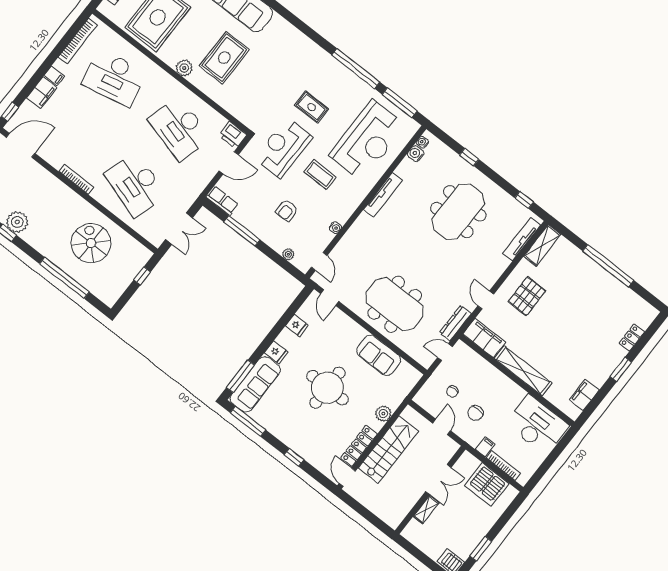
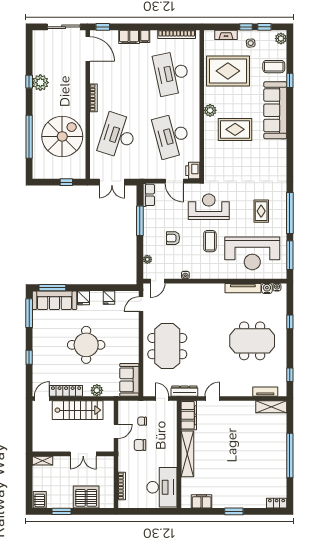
rug: (312, 107) -> (261, 211), moved
desk: (179, 129) -> (172, 136), turned -30
tv unit: (383, 195) -> (243, 288), moved
tv unit: (522, 239) -> (265, 392), width x0.71
spiral stairs: (91, 243) -> (62, 136), width x1.37, depth x1.37
pallet: (527, 296) -> (234, 421), removed
locker: (632, 338) -> (277, 503), moved
sofa: (379, 355) -> (129, 380), moved
filing cabinet: (485, 447) -> (124, 467), removed
server rack: (487, 485) -> (86, 497), moved, turned 90
shelving: (426, 510) -> (42, 461), moved

